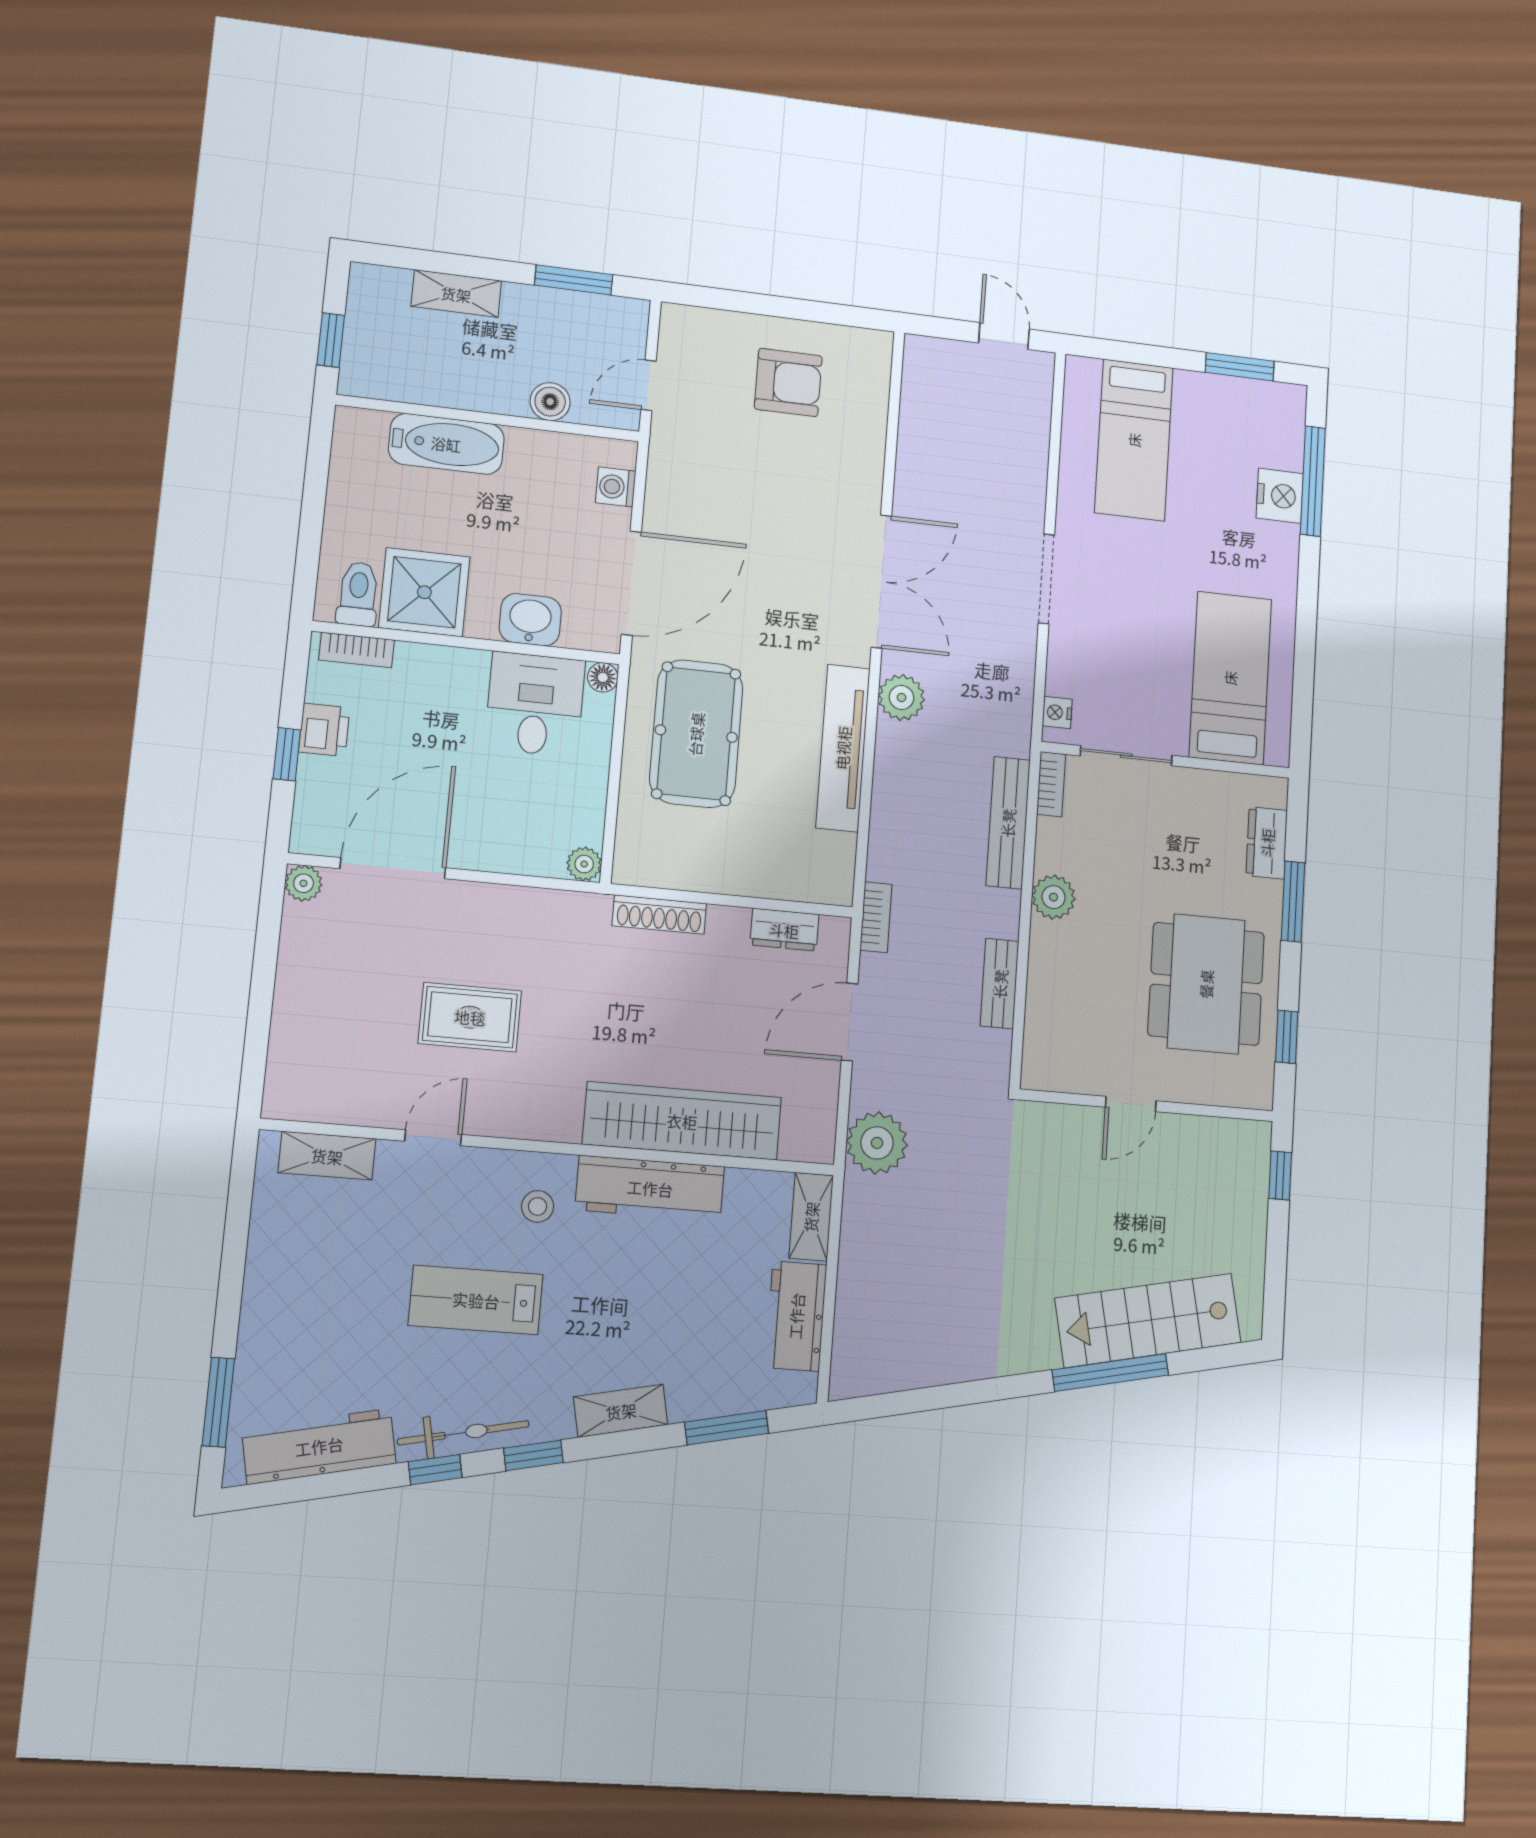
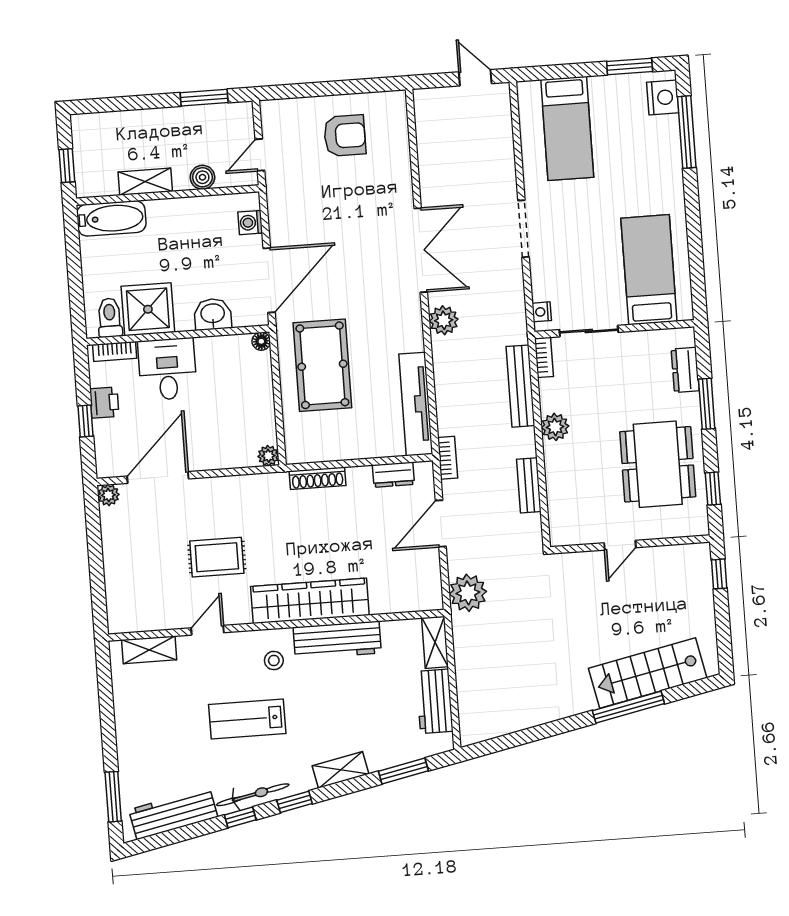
shelving: (456, 294) -> (145, 182), moved
bathtub: (446, 444) -> (111, 218), moved
nightstand: (1280, 496) -> (663, 97), moved
desk: (535, 704) -> (167, 369), moved
tv unit: (843, 748) -> (416, 404), moved
wardrobe: (682, 1121) -> (310, 601), moved

